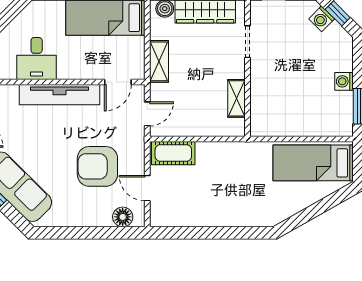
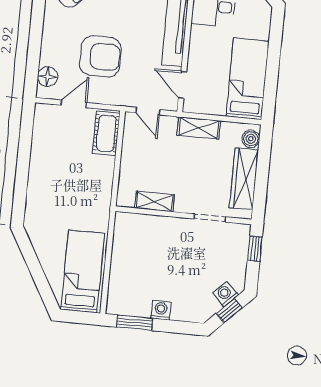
armchair: (97, 166) -> (100, 56), turned 90

